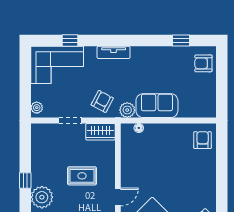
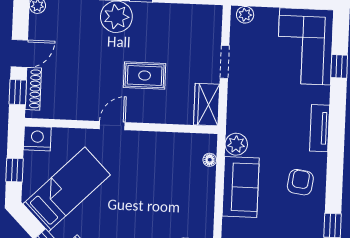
armchair: (102, 101) -> (300, 182), moved, turned -110
rug: (82, 176) -> (145, 75), turned 90
door: (118, 197) -> (112, 126), swing flipped

